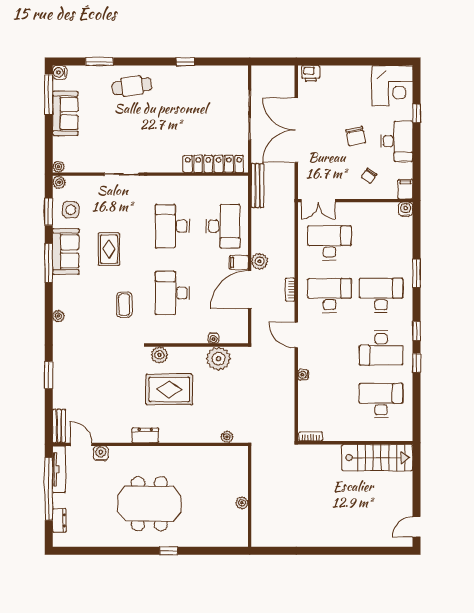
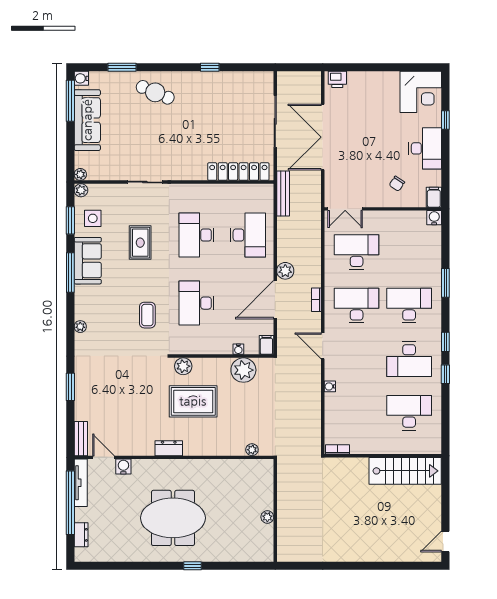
cafe table: (132, 86) -> (155, 92), turned 31
sofa: (65, 113) -> (87, 120), width x1.36
chair: (356, 136) -> (383, 143), removed
rug: (109, 249) -> (140, 243), moved
filing cabinet: (239, 262) -> (266, 345), moved, turned 90

